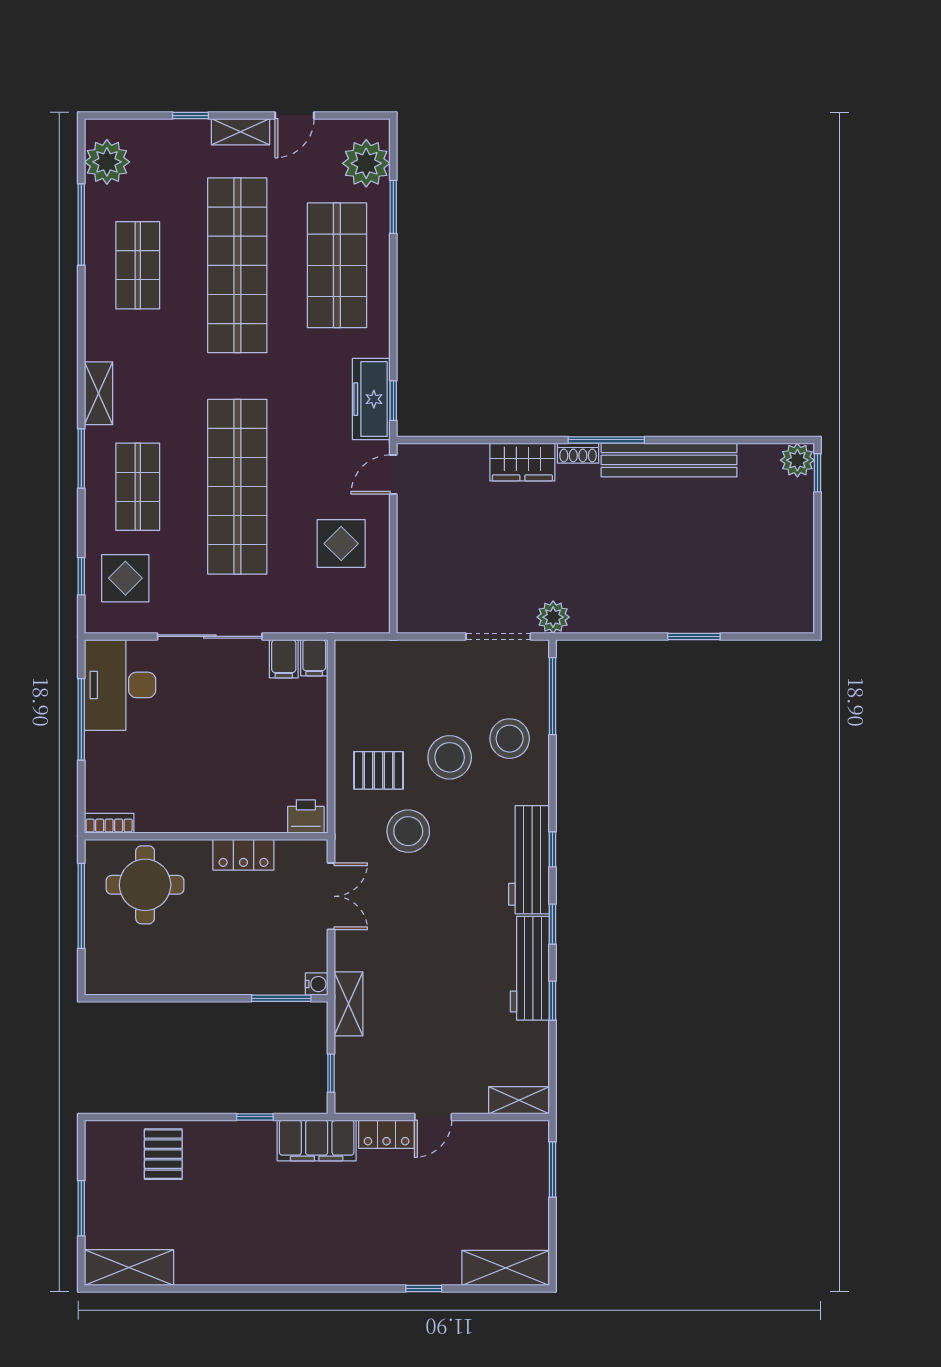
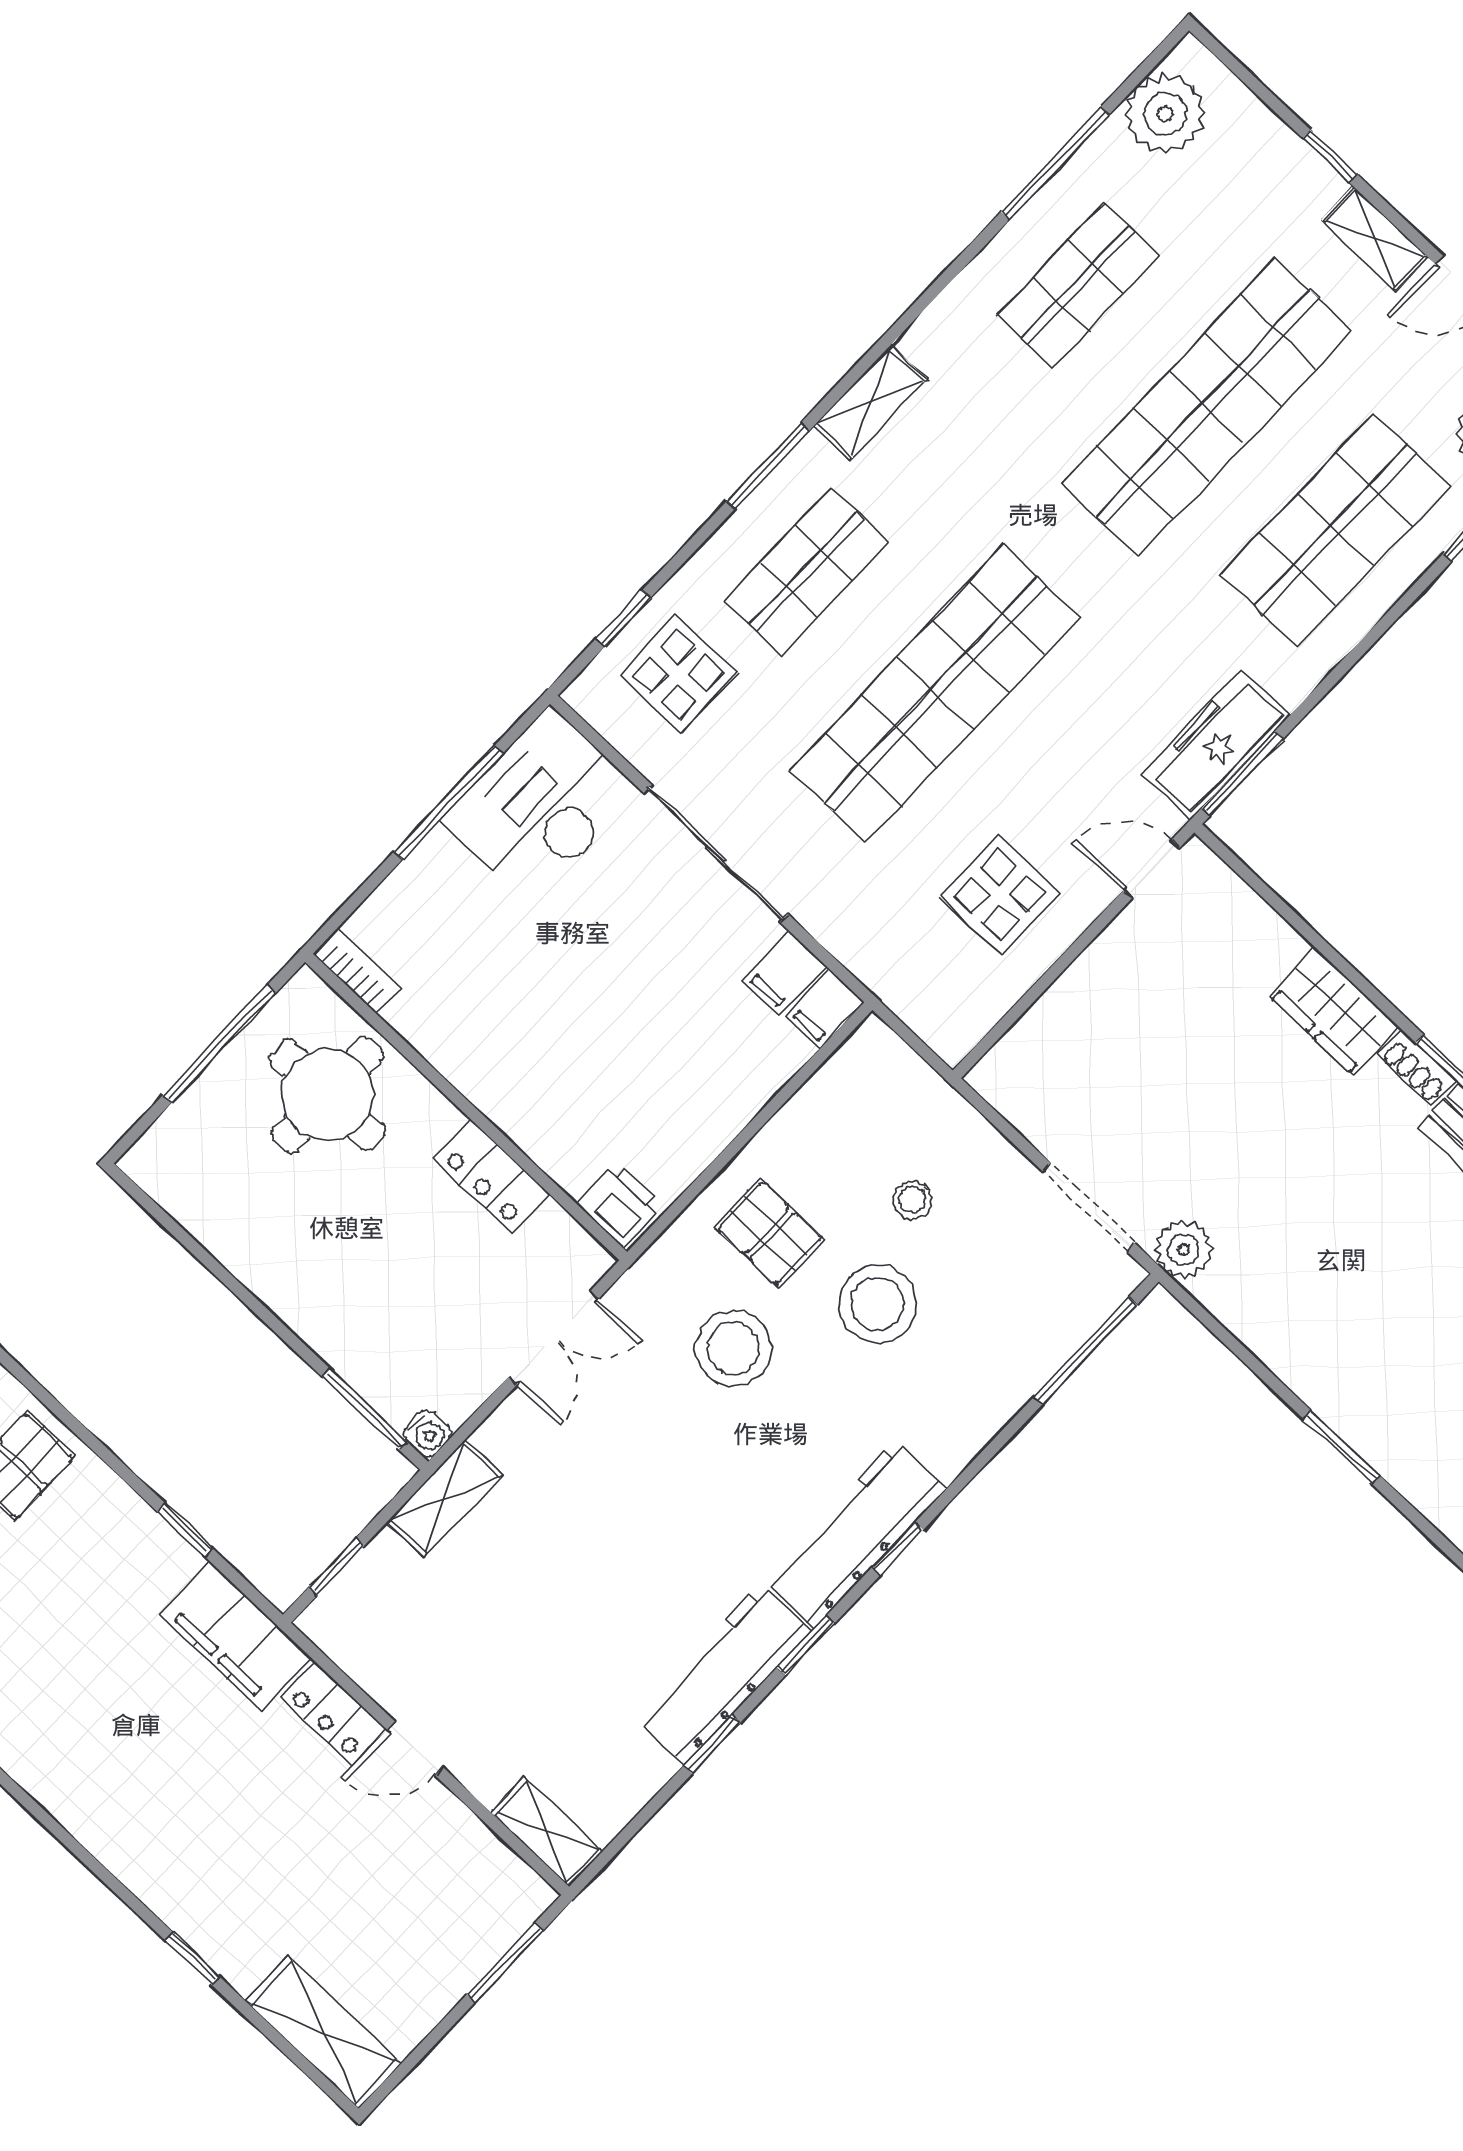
window: (393, 401) -> (1242, 774), width x1.50
stool: (510, 739) -> (912, 1200), moved, width x0.53, depth x0.53

